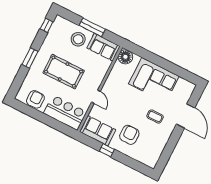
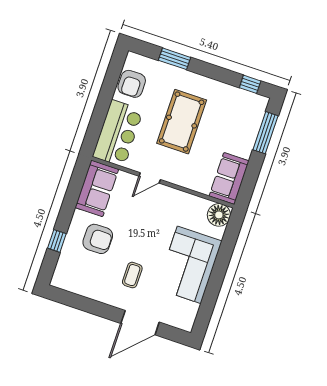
window: (92, 27) -> (265, 133), moved
stool: (78, 39) -> (236, 137), removed
window: (30, 58) -> (174, 59), moved
armchair: (35, 99) -> (132, 84), turned 90
window: (107, 150) -> (57, 241), moved

